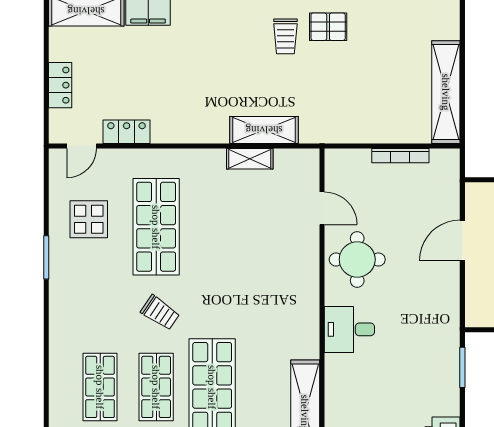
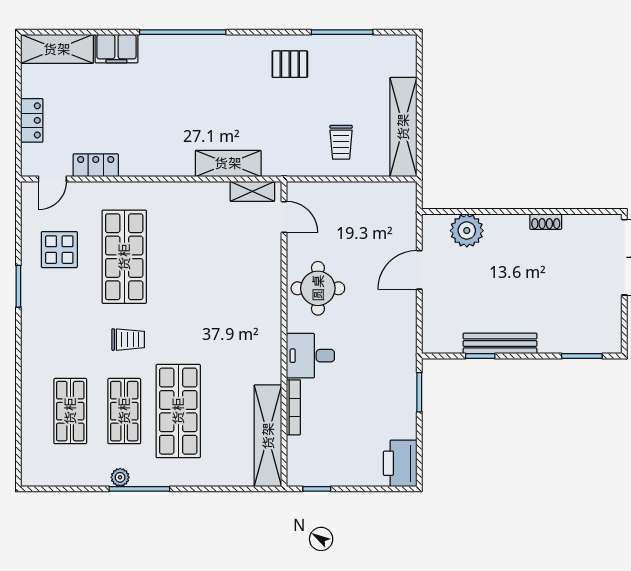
trolley: (285, 36) -> (341, 142), moved
bookcase: (400, 156) -> (293, 407), moved, turned -90
shelving: (250, 159) -> (252, 191), moved
door: (322, 208) -> (284, 217), moved
trolley: (160, 313) -> (128, 340), turned -34

